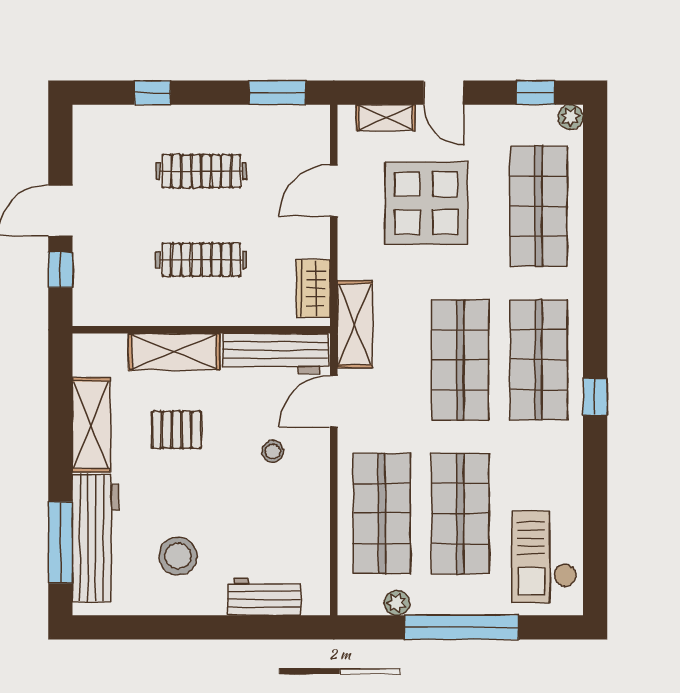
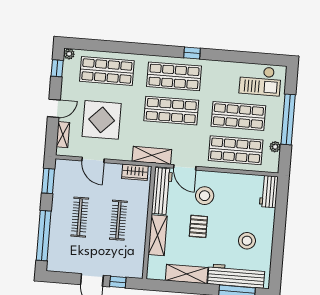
window: (152, 93) -> (44, 236), width x3.17
pallet: (177, 430) -> (198, 226), moved
stool: (273, 451) -> (205, 196), width x1.89, depth x1.89
workbench: (264, 597) -> (269, 191), moved

